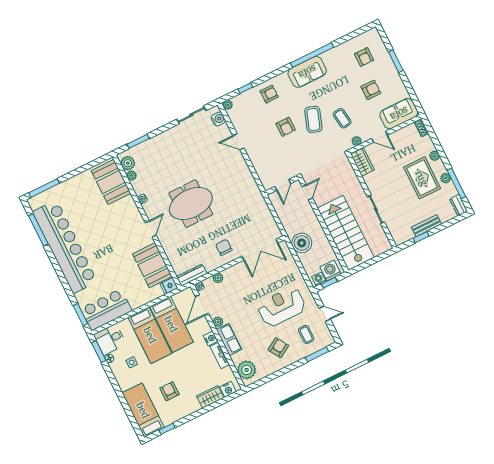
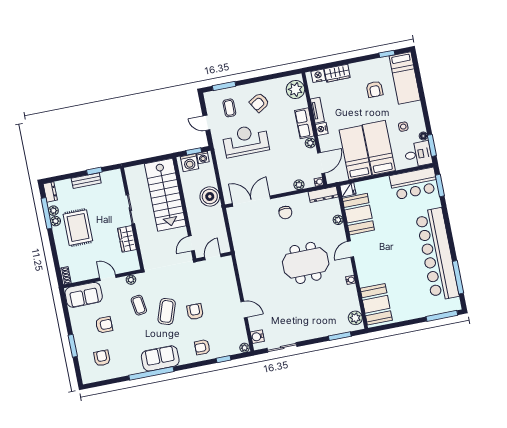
armchair: (371, 90) -> (104, 325), turned 180
plant: (435, 156) -> (53, 211), moved
wardrobe: (362, 162) -> (127, 239), moved
plant: (132, 176) -> (338, 220), moved
reception desk: (282, 307) -> (246, 141), turned 180

